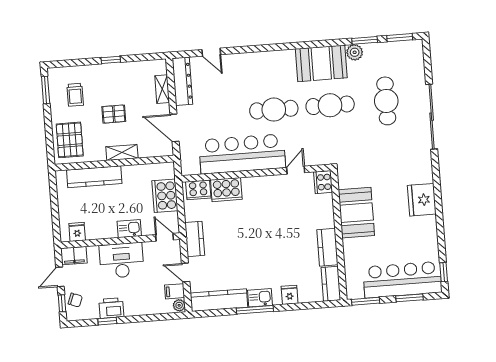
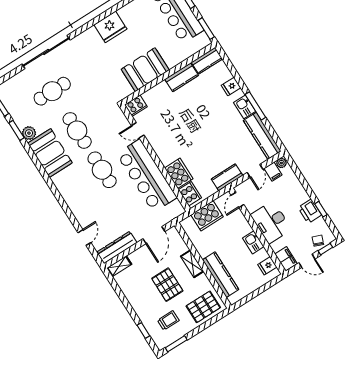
window: (111, 60) -> (143, 331), moved
shelving: (162, 89) -> (119, 266), moved
pallet: (114, 114) -> (167, 285), width x1.50, depth x1.42
kitchen sink: (129, 229) -> (253, 242), moved

